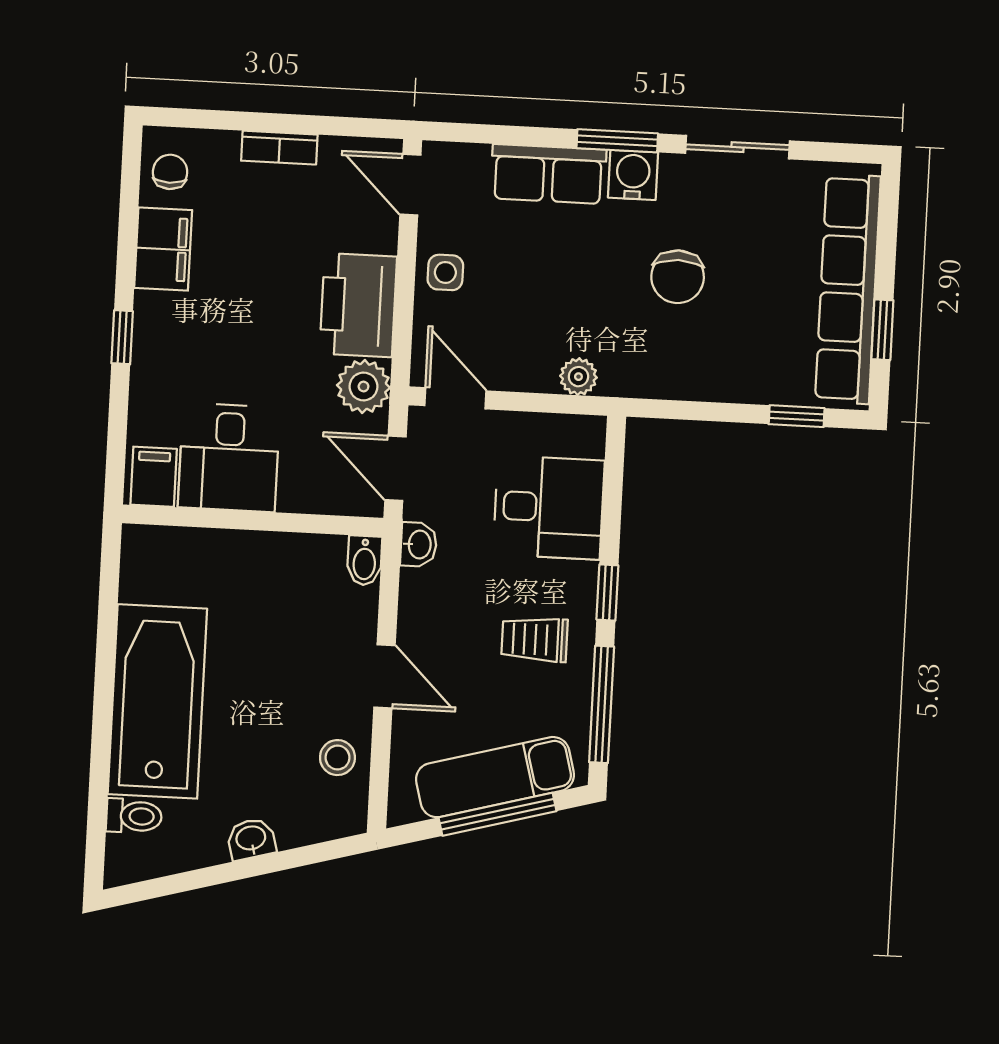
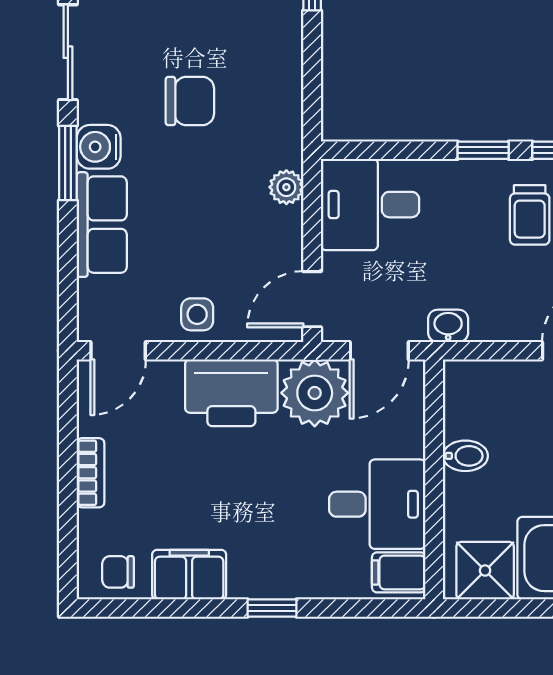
plant: (364, 386) -> (315, 393), width x1.36, depth x1.36
desk: (549, 507) -> (370, 205), moved, turned -90
bidet: (364, 561) -> (465, 456), moved
shower: (151, 571) -> (485, 571), added

